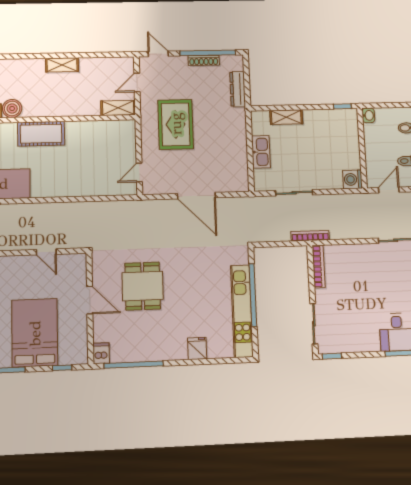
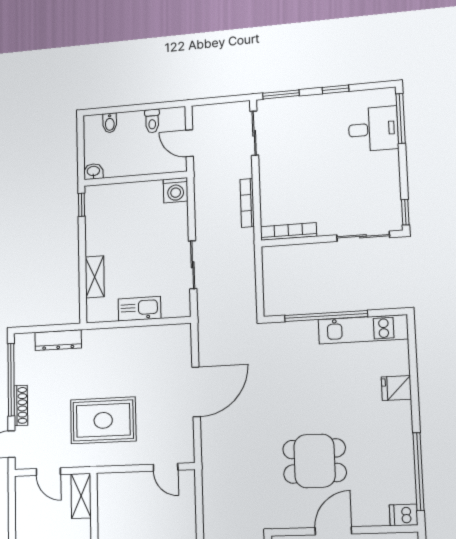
shoe rack: (204, 60) -> (21, 405), moved
bookcase: (310, 236) -> (247, 203), moved
kitchen unit: (242, 311) -> (363, 329), width x0.73

